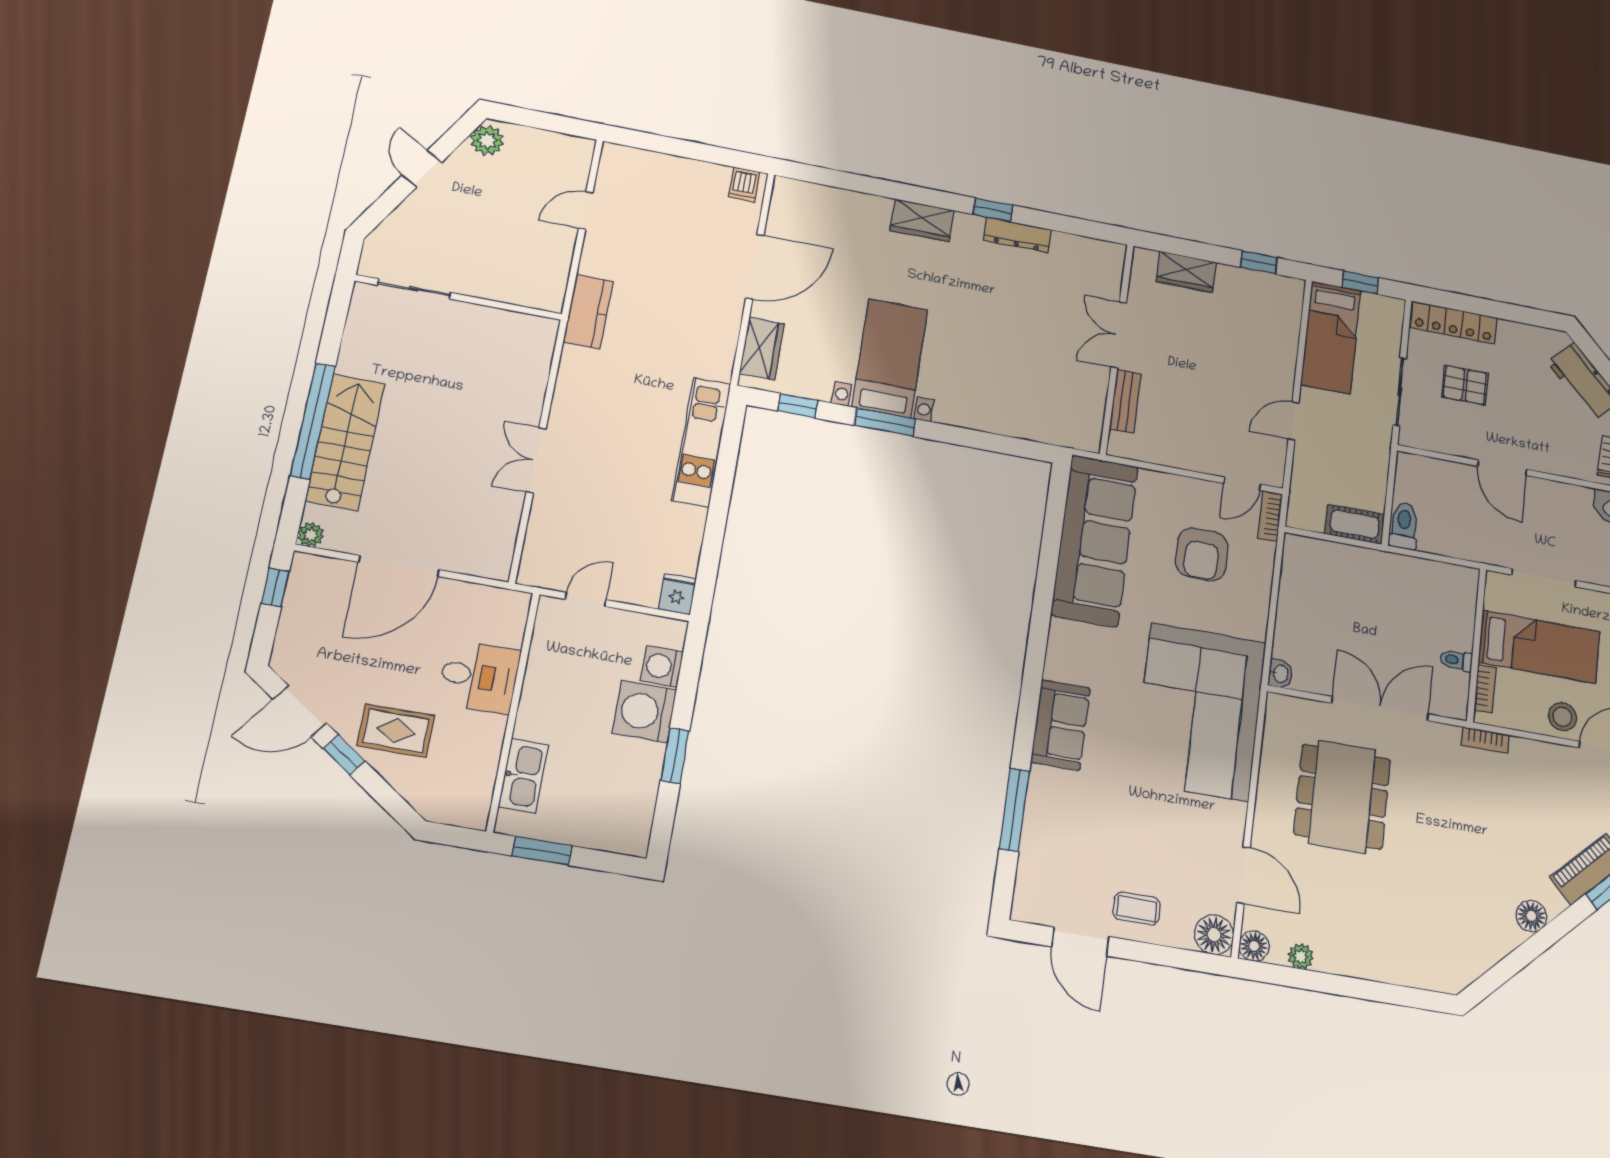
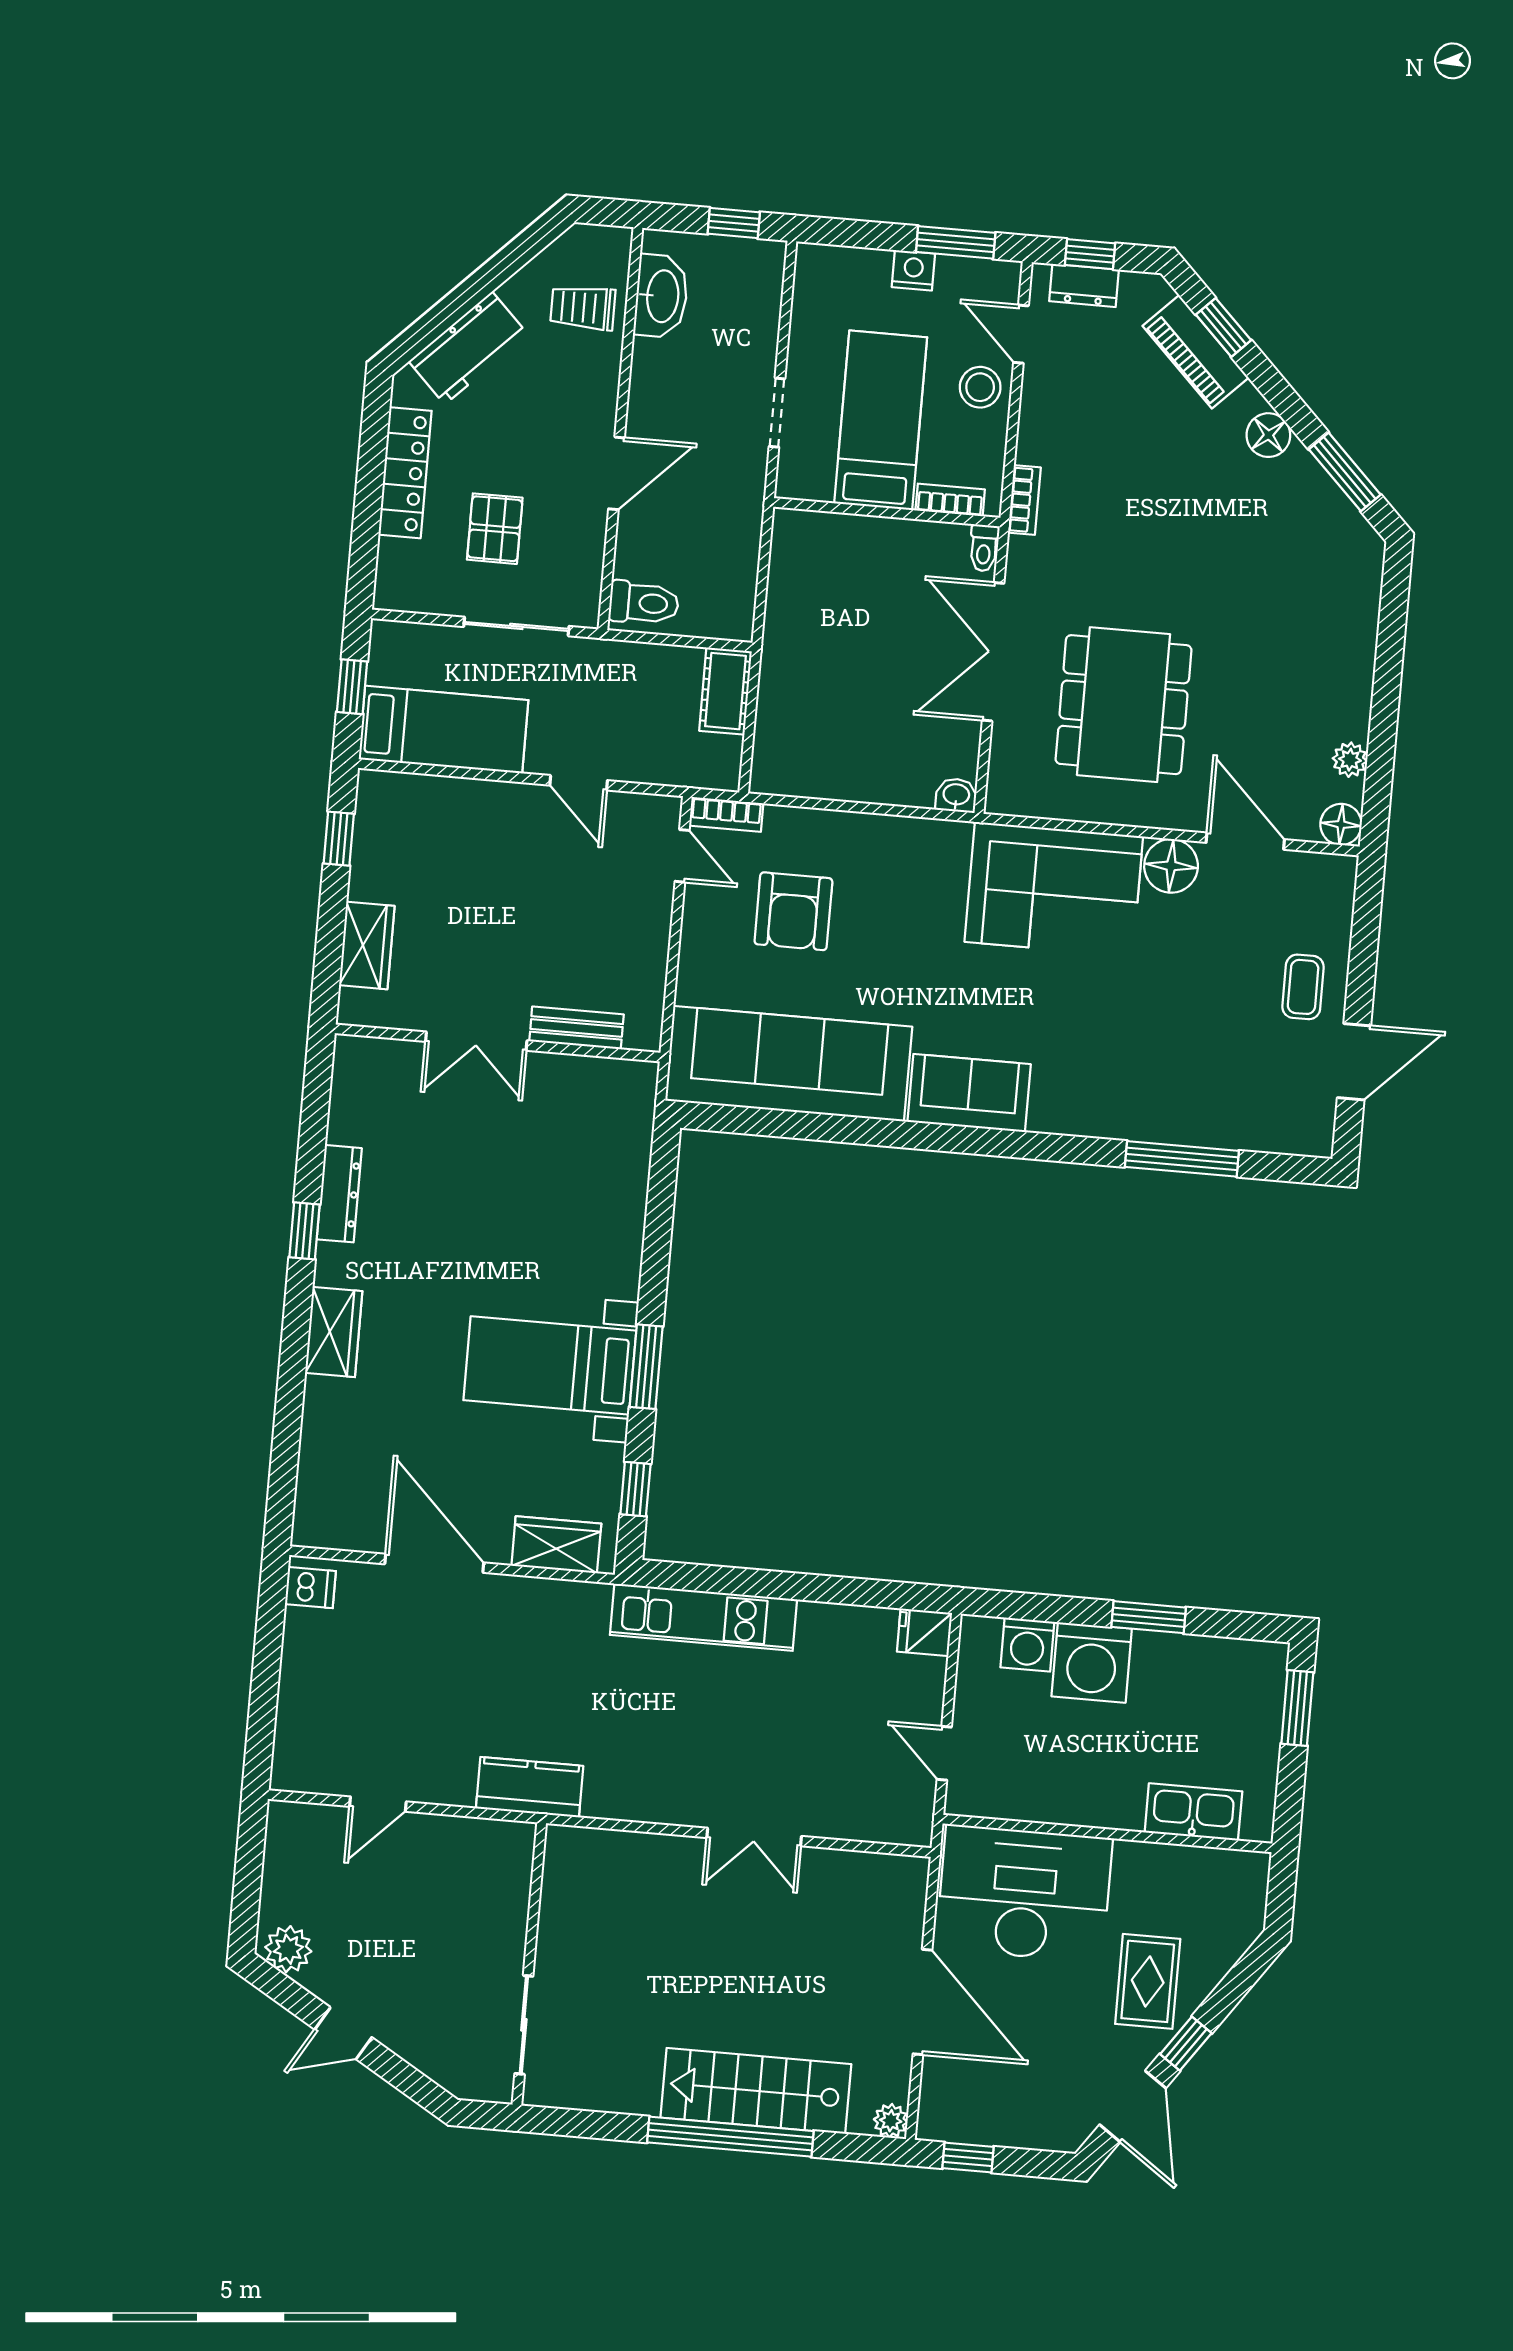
door: (586, 211) -> (378, 1804), hinge flipped
locker: (1454, 323) -> (405, 473), moved
toilet: (1404, 526) -> (644, 603), moved, turned 180
armchair: (1202, 554) -> (793, 911), turned 90
doorway: (1544, 578) -> (777, 413), width x0.73
toilet: (1456, 660) -> (984, 548), moved
desk: (479, 677) -> (1024, 1893), width x1.87, depth x1.30
corner sofa: (1200, 712) -> (1054, 889), width x0.73, depth x0.74
sofa: (1061, 725) -> (969, 1093), moved
dining table: (1342, 797) -> (1124, 705), turned 90
window: (542, 851) -> (1297, 1708), moved
door: (1244, 875) -> (1245, 841), hinge flipped
floor lamp: (1214, 935) -> (1171, 866), moved
window: (1506, 969) -> (1345, 472), added

